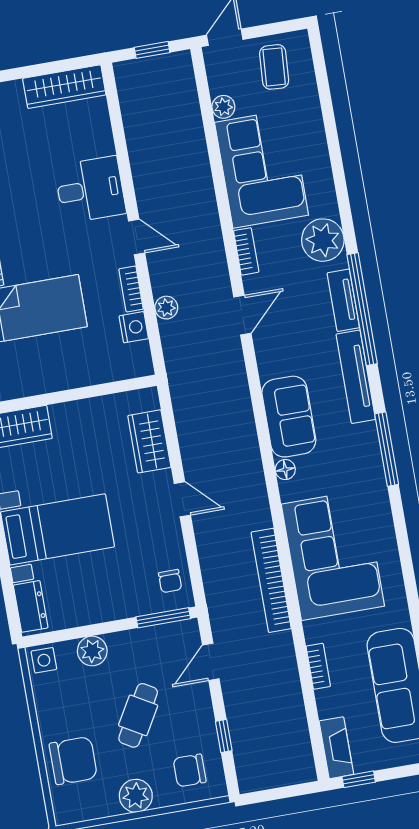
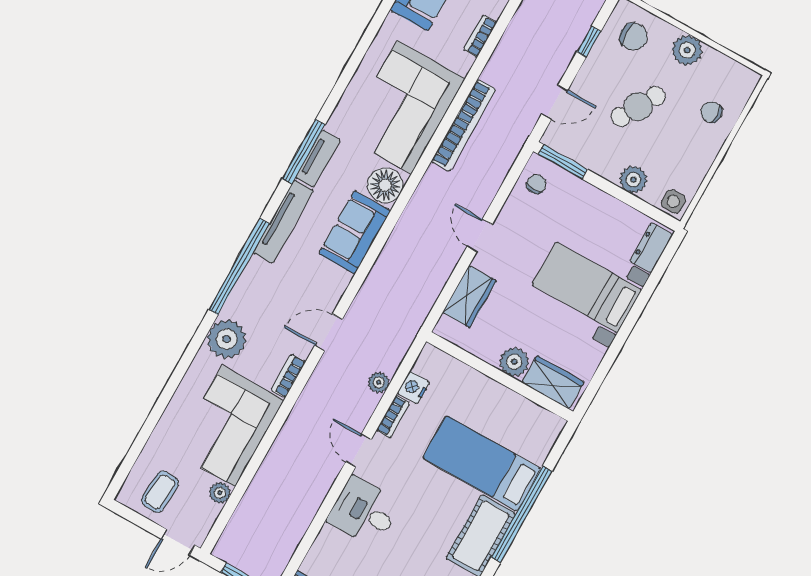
tv unit: (343, 300) -> (318, 159), moved
plant: (67, 417) -> (514, 362), added
floor lamp: (285, 470) -> (385, 185), width x1.89, depth x1.89
chair: (73, 761) -> (711, 112), width x0.54, depth x0.54

